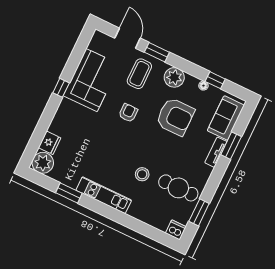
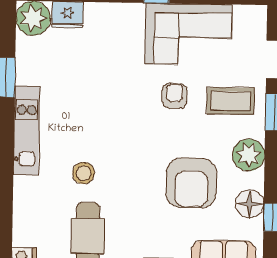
floor lamp: (203, 86) -> (250, 204), width x1.89, depth x1.89
armchair: (128, 113) -> (174, 96), moved, turned -90

